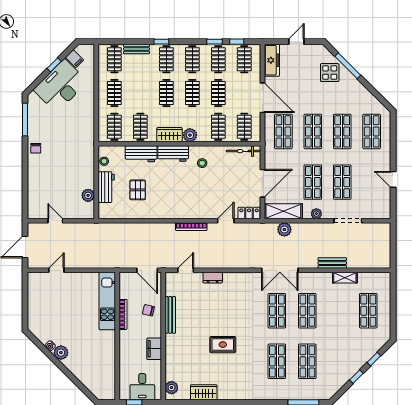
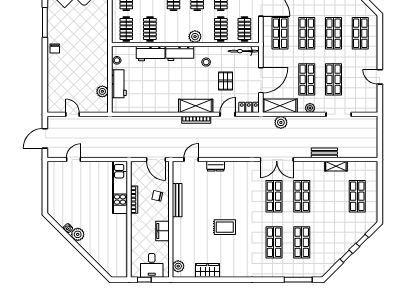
wardrobe: (170, 135) -> (176, 36), removed
pallet: (138, 190) -> (226, 81), moved
shelving: (191, 211) -> (196, 106), added

